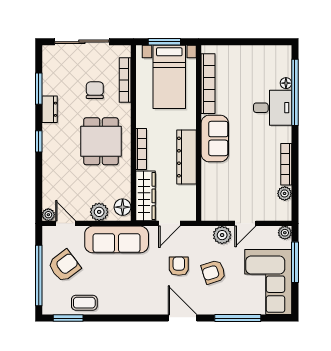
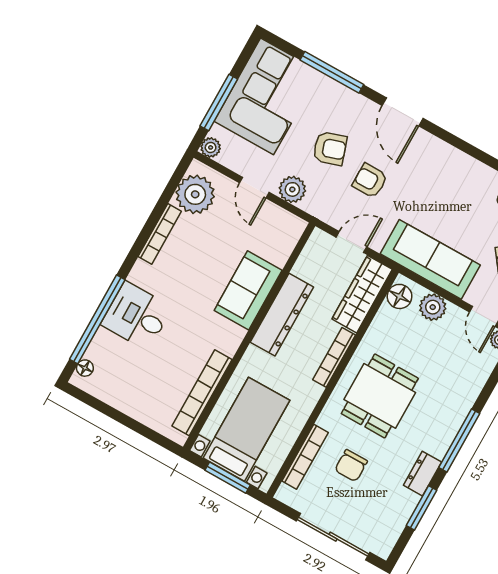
floor lamp: (286, 83) -> (85, 368), moved
sofa: (215, 138) -> (248, 290), moved
window: (39, 141) -> (459, 440), width x2.17
plant: (285, 193) -> (195, 194), width x1.87, depth x1.87
door: (245, 223) -> (254, 188), swing flipped
armchair: (179, 266) -> (370, 181), turned 90

